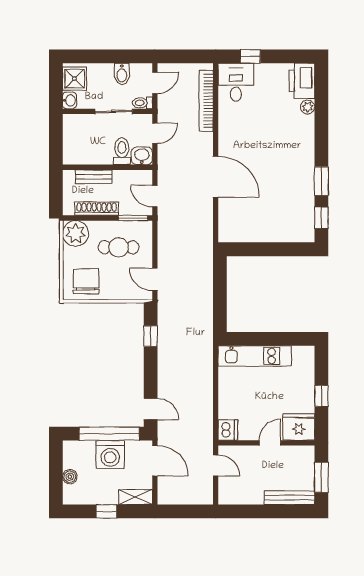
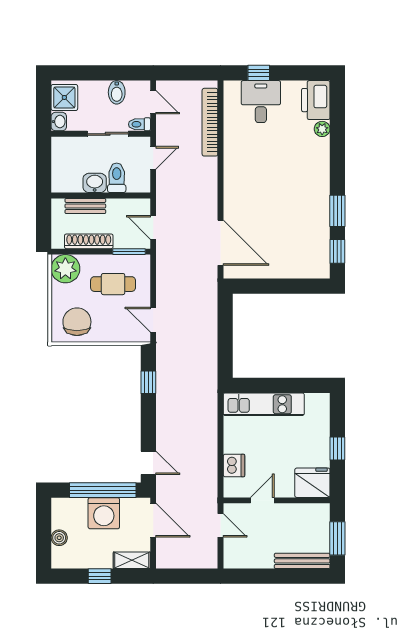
desk: (236, 82) -> (261, 102), moved
door: (155, 83) -> (153, 102), hinge flipped
washbasin: (142, 156) -> (95, 183), moved
door: (216, 177) -> (220, 243), moved
dishwasher: (228, 430) -> (234, 465), moved
door: (270, 443) -> (262, 500), moved

